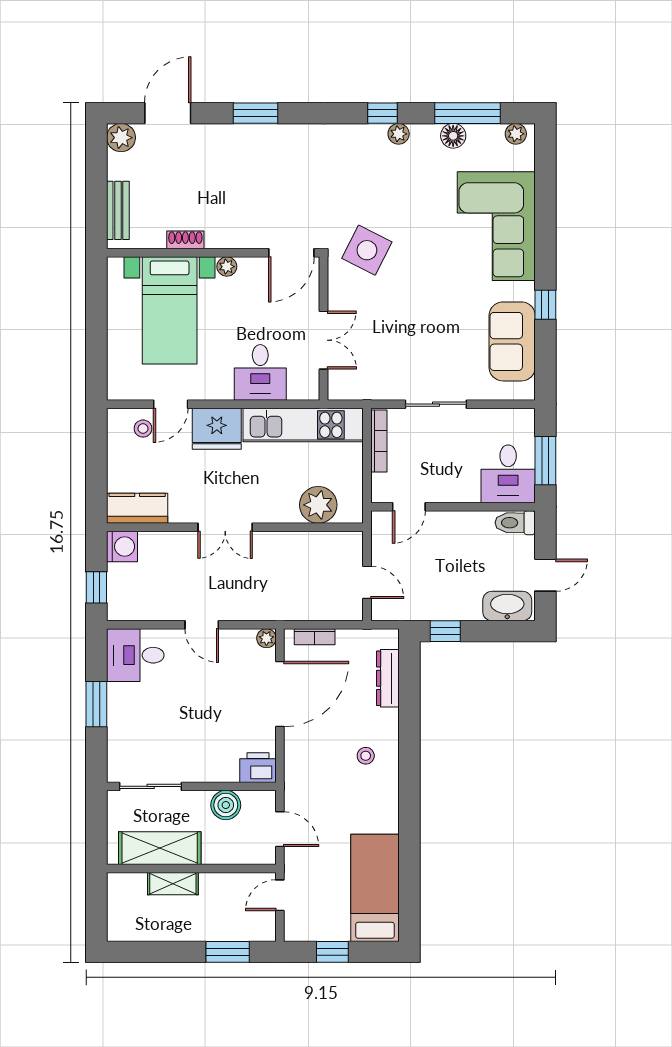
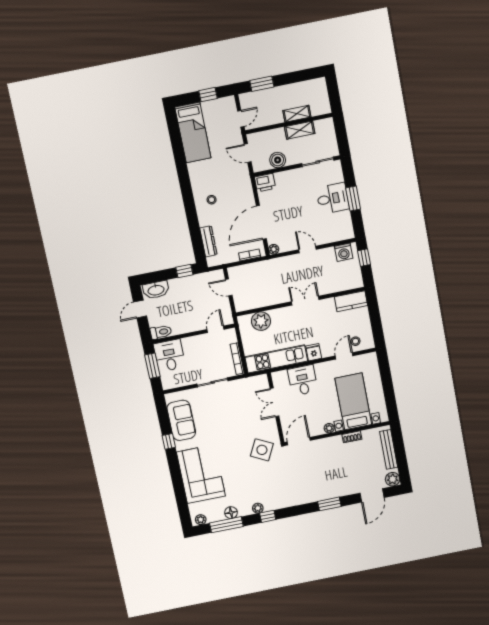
bench: (118, 210) -> (389, 449), width x1.36
fridge: (217, 429) -> (314, 352), width x0.53, depth x0.75
washing machine: (122, 547) -> (344, 252), moved, turned -90
desk: (135, 655) -> (333, 198), moved
shelving: (160, 848) -> (300, 130), width x0.67, depth x0.75

